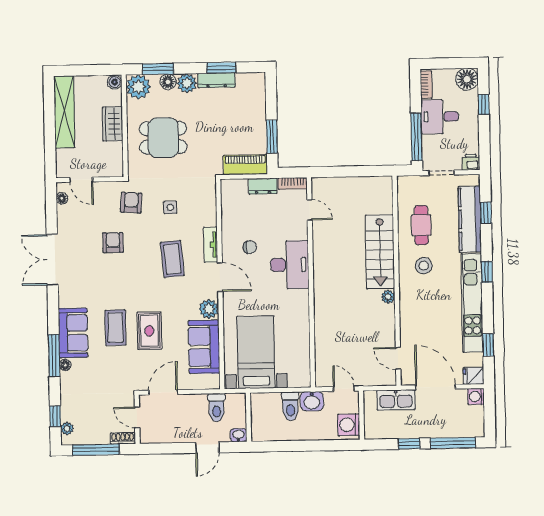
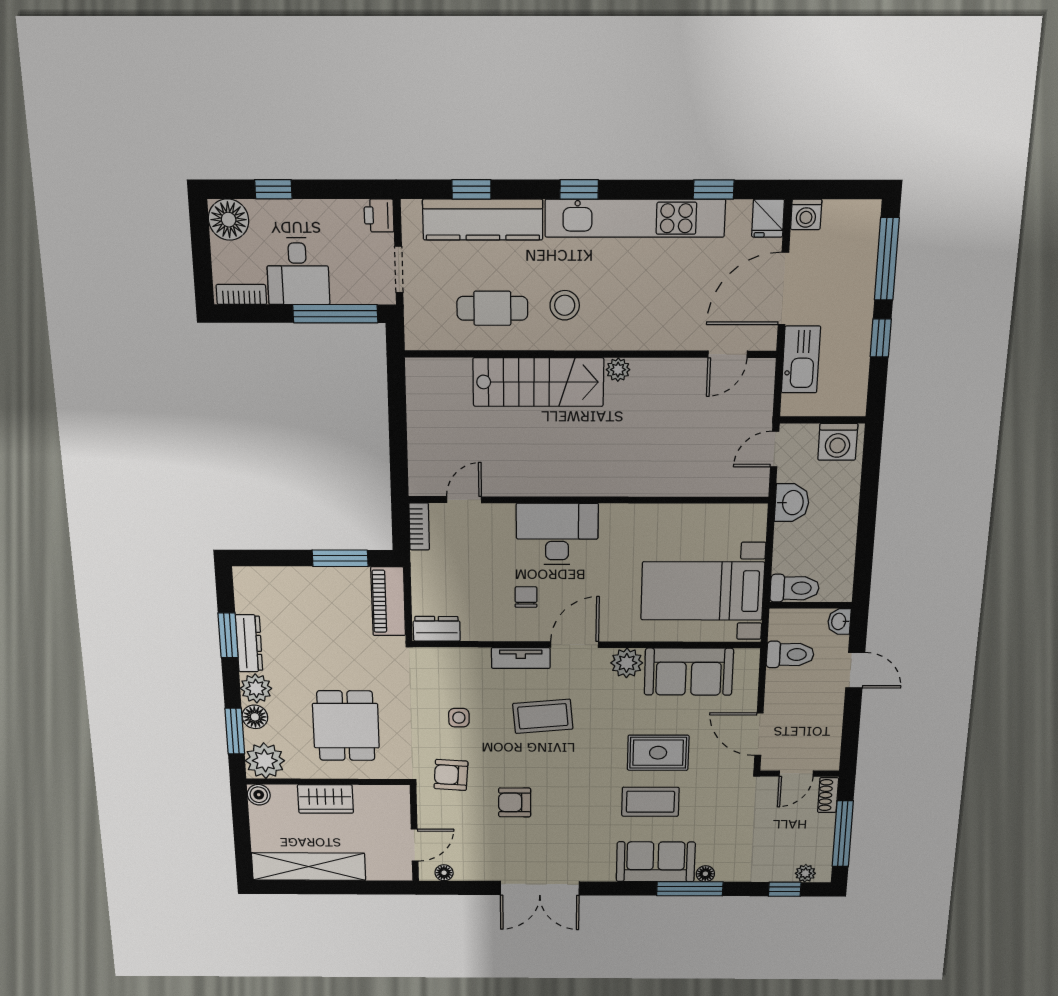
dresser: (263, 186) -> (437, 629), moved, turned -90
toilet: (290, 406) -> (795, 588), moved

